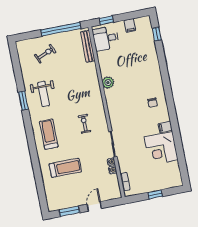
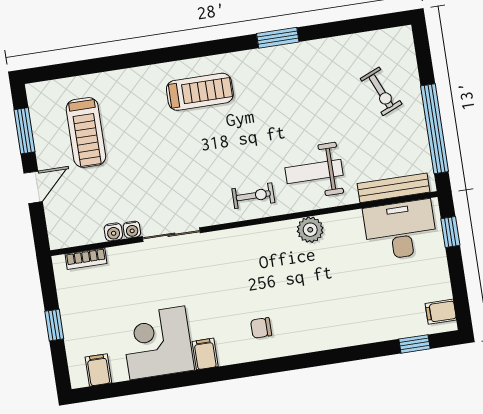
filing cabinet: (130, 25) -> (441, 312), moved
desk: (106, 38) -> (400, 230), width x1.37
weight bench: (44, 94) -> (314, 171), moved
exercise bike: (84, 124) -> (253, 196), moved
treadmill: (65, 168) -> (86, 132), moved
filing cabinet: (174, 174) -> (98, 370), added
door: (94, 206) -> (33, 187), hinge flipped

